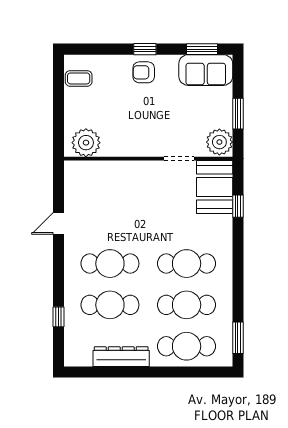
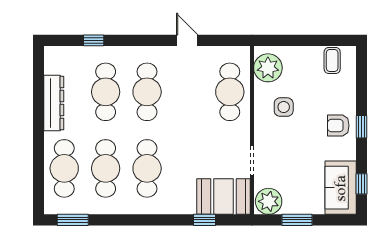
window: (202, 49) -> (362, 184), width x0.67
armchair: (144, 72) -> (338, 126), turned -90
side table: (125, 127) -> (284, 107), added
cafe table: (110, 181) -> (230, 92), added

